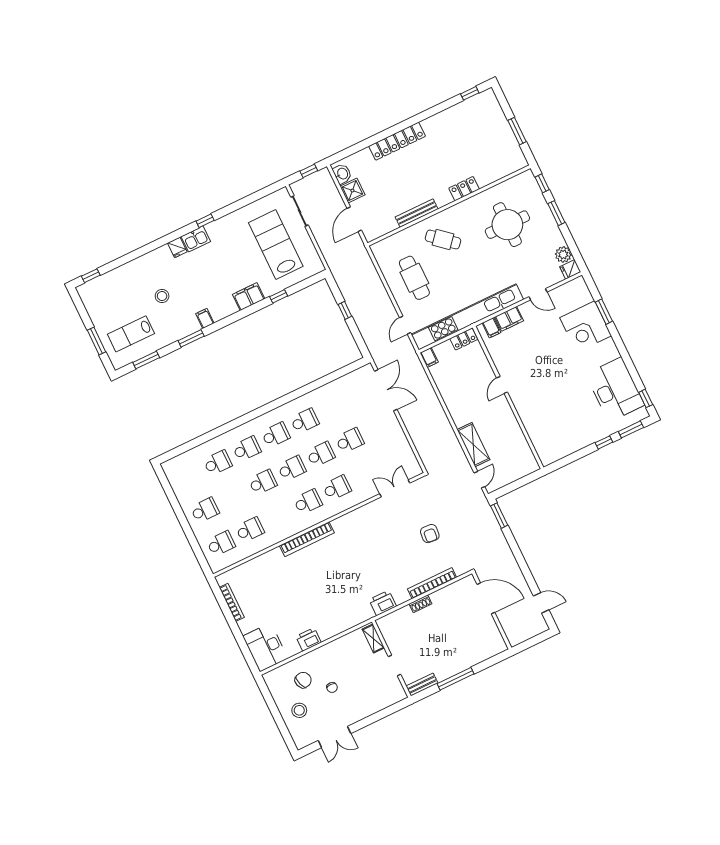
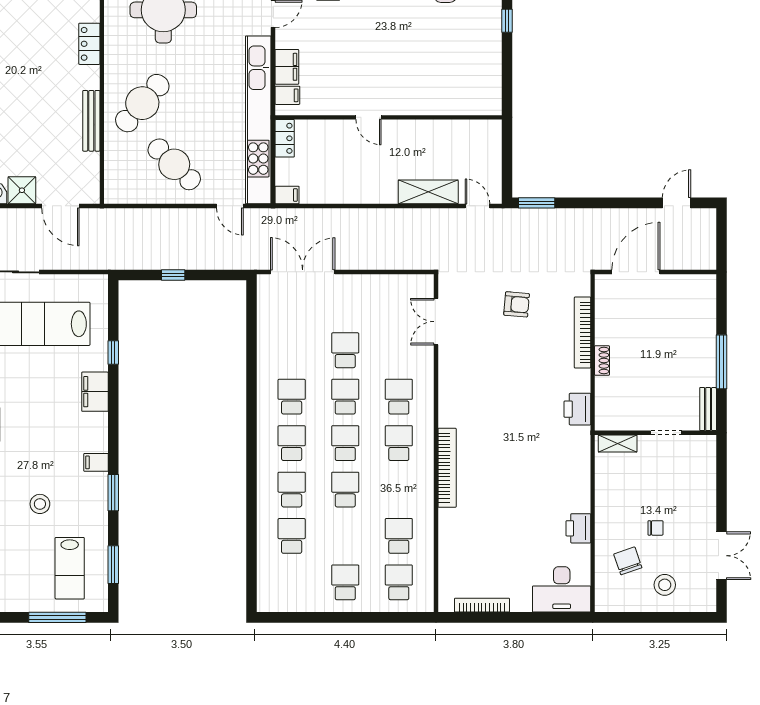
cafe table: (443, 239) -> (142, 103), width x1.37, depth x1.35
cafe table: (414, 278) -> (174, 164), turned 44
window: (97, 341) -> (57, 617), width x1.44

